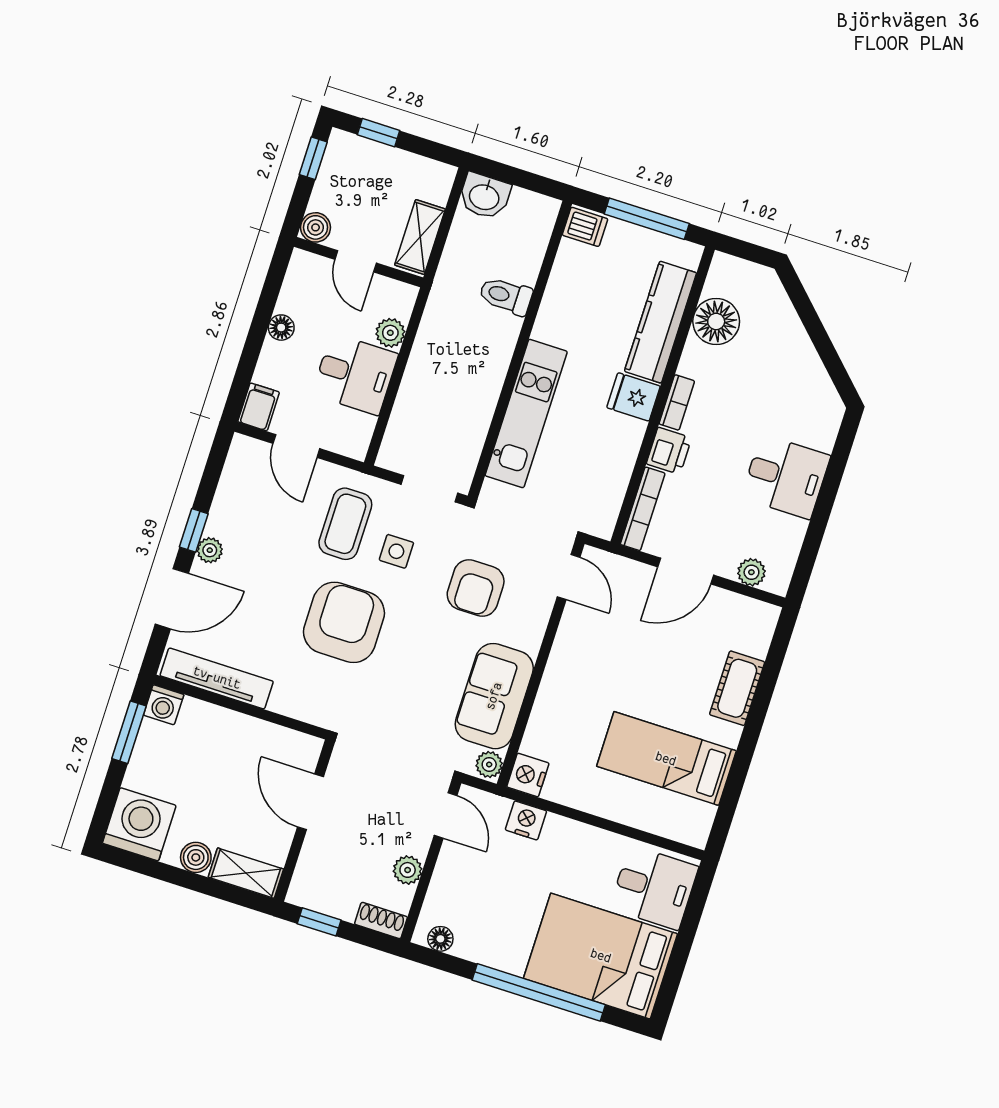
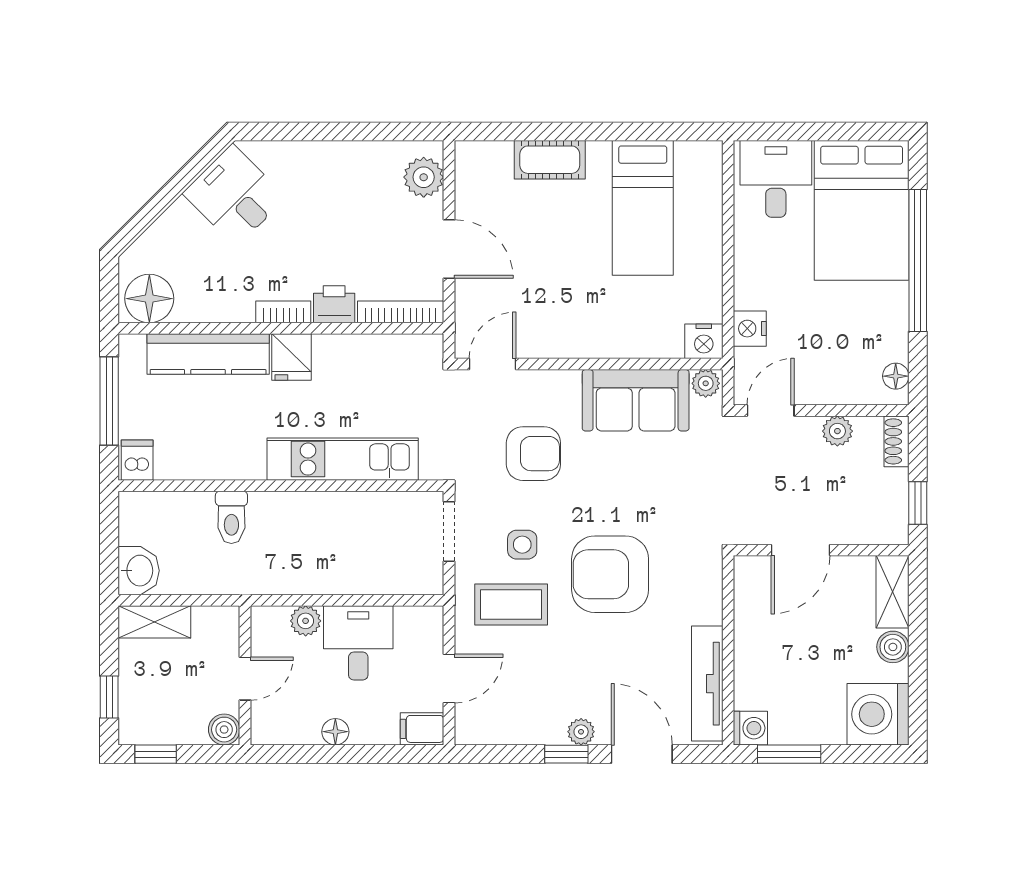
shelving: (420, 237) -> (154, 622), moved
floor lamp: (716, 321) -> (149, 299), moved
desk: (786, 477) -> (234, 195), moved, turned -45
plant: (751, 572) -> (424, 177), width x1.38, depth x1.38

